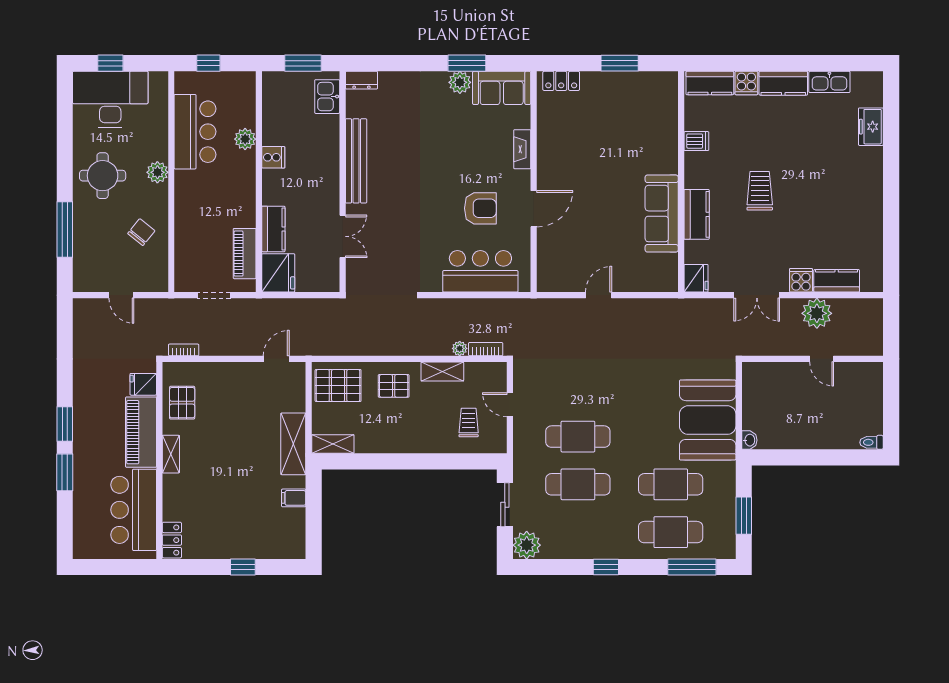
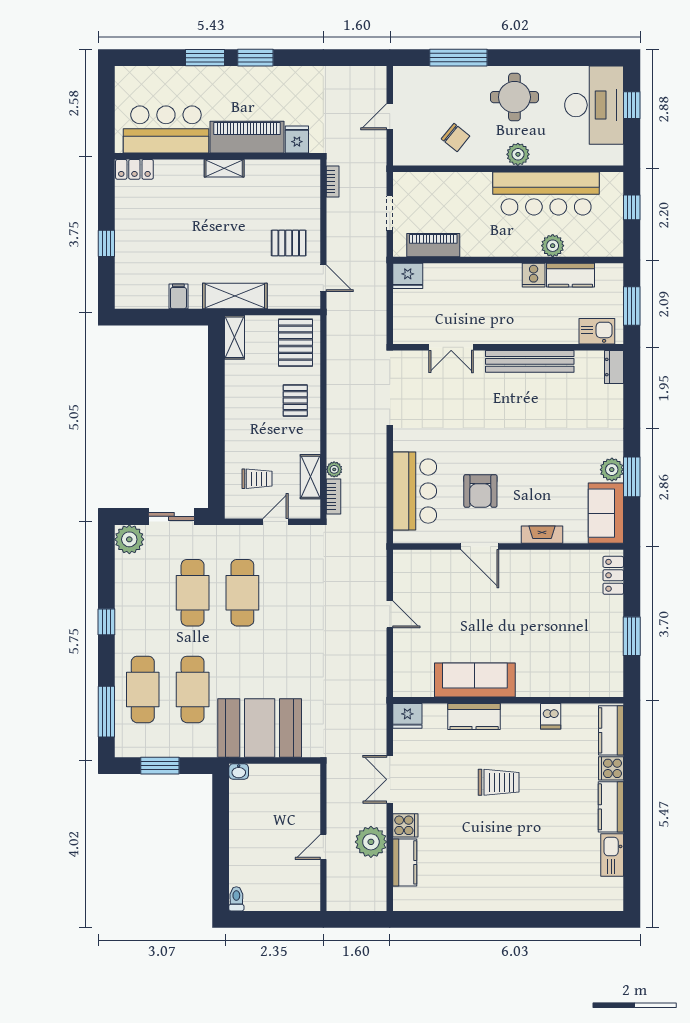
freezer: (871, 127) -> (566, 898), removed
bar counter: (195, 132) -> (546, 193), width x1.36
kitchen counter: (273, 229) -> (570, 275), moved
fridge: (278, 273) -> (408, 276), width x0.73, depth x0.75
shelving: (442, 371) -> (310, 477), moved
pallet: (182, 403) -> (289, 243), moved

